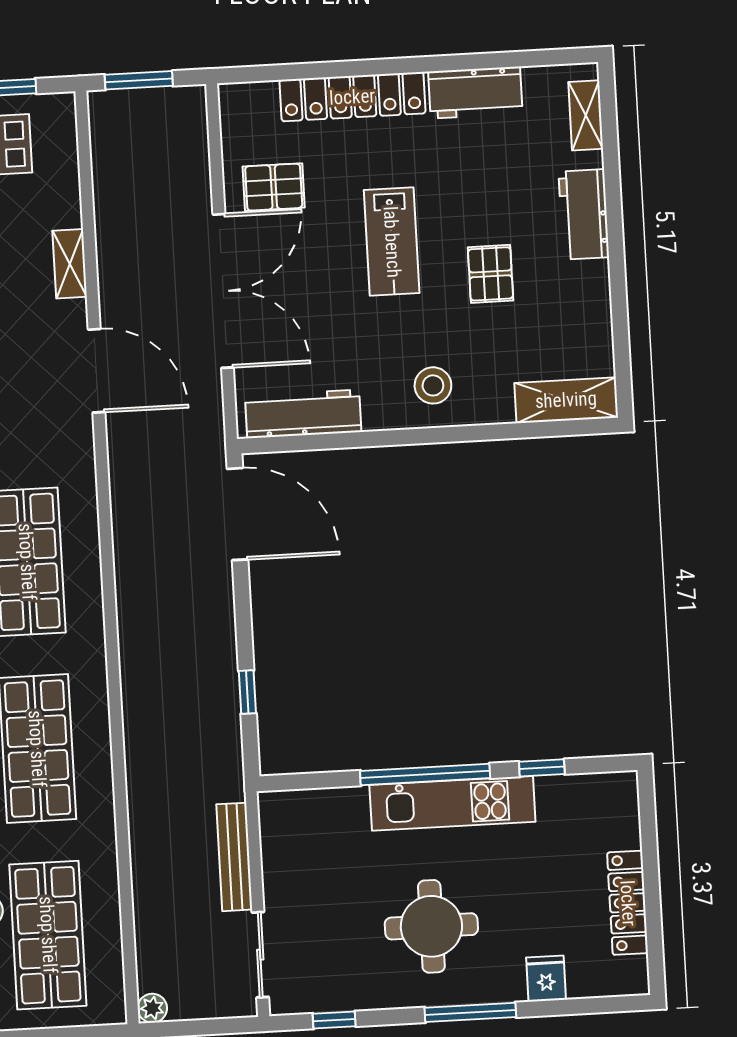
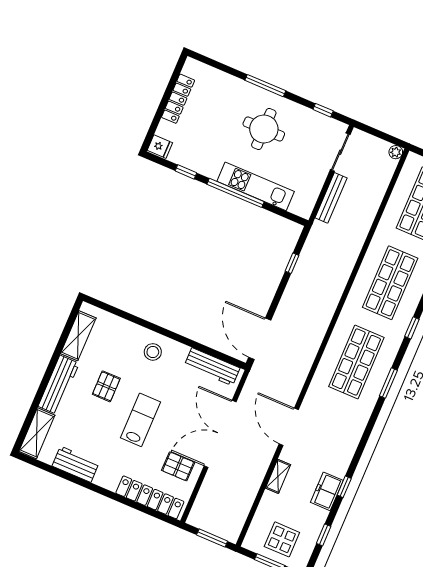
locker: (352, 97) -> (150, 497), moved
shelving: (586, 115) -> (37, 433), width x1.50, depth x1.33
workbench: (584, 214) -> (59, 385), width x1.37
shelving: (566, 400) -> (78, 336), moved, turned 90
kitchen unit: (452, 803) -> (256, 186), moved
fridge: (546, 979) -> (160, 147), moved, turned -90

